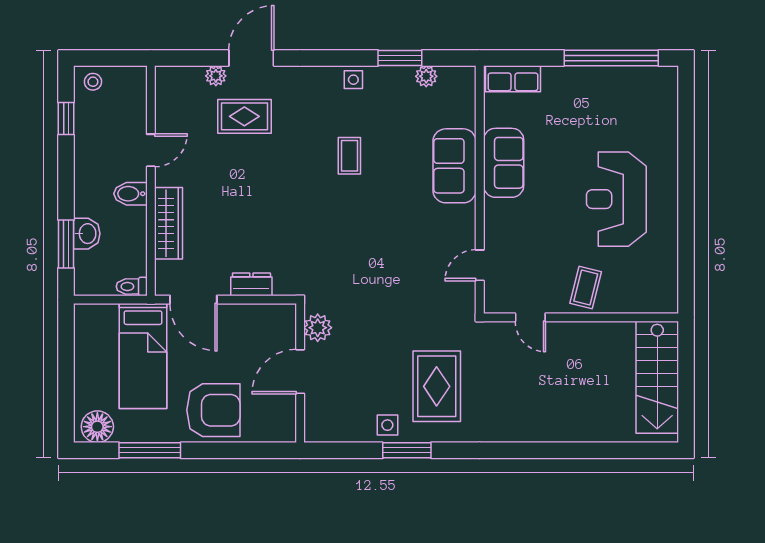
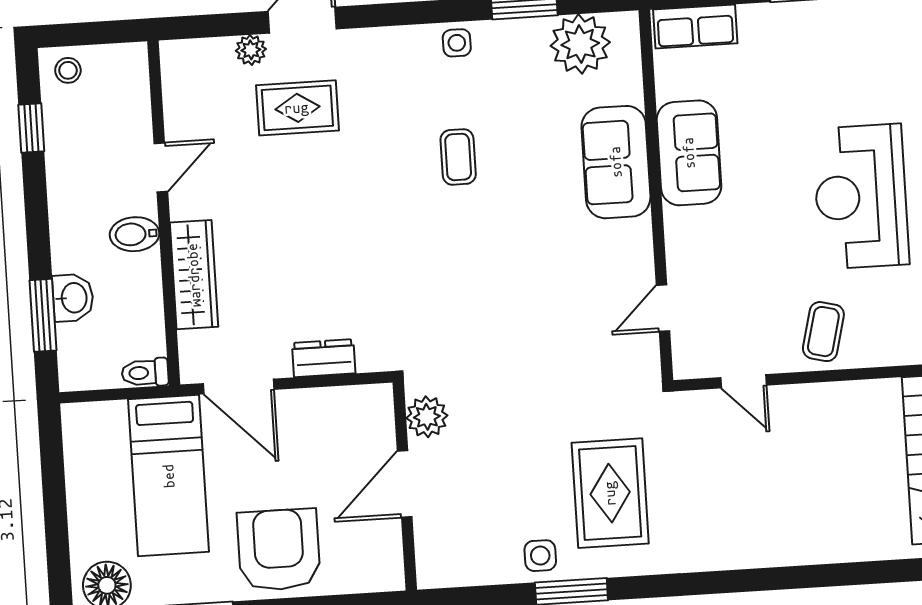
plant: (426, 76) -> (580, 44), width x1.88, depth x1.88
armchair: (213, 410) -> (279, 550), turned -90

